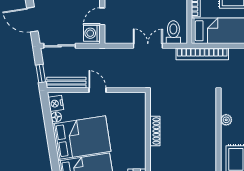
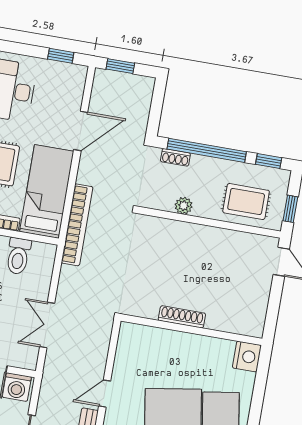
toilet: (173, 32) -> (18, 256), moved, turned -90
double door: (148, 46) -> (47, 325), moved

